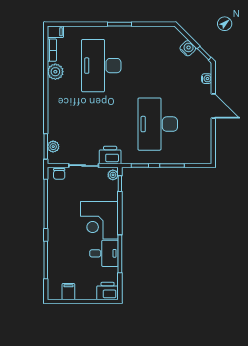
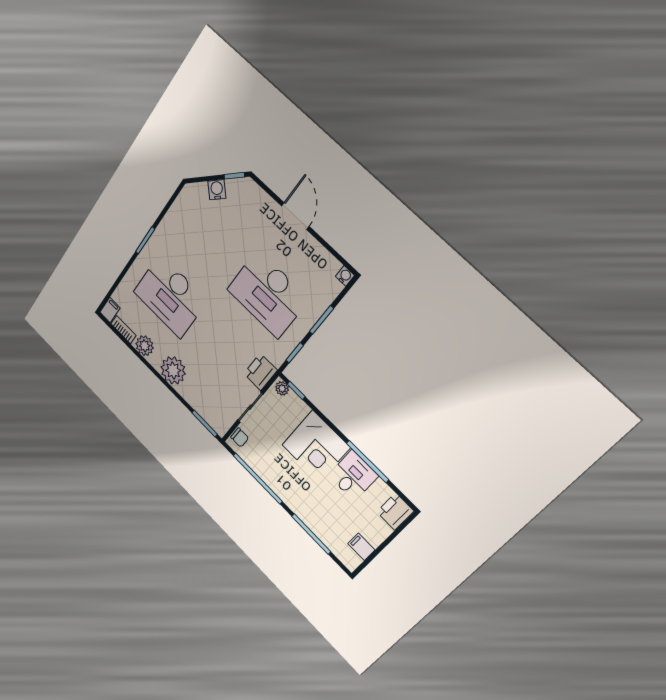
water cooler: (207, 79) -> (345, 276), moved
door: (213, 106) -> (295, 216), hinge flipped
plant: (53, 147) -> (173, 370), moved, width x1.87, depth x1.87

